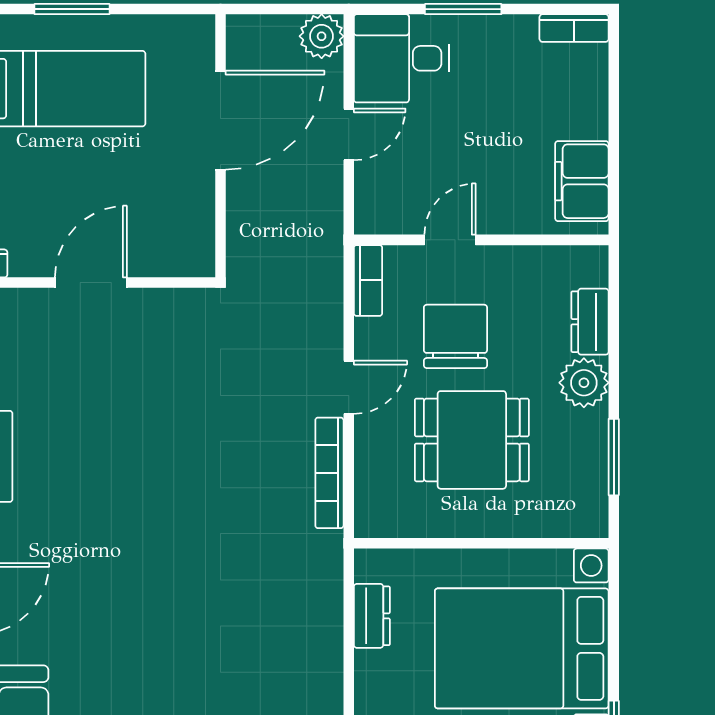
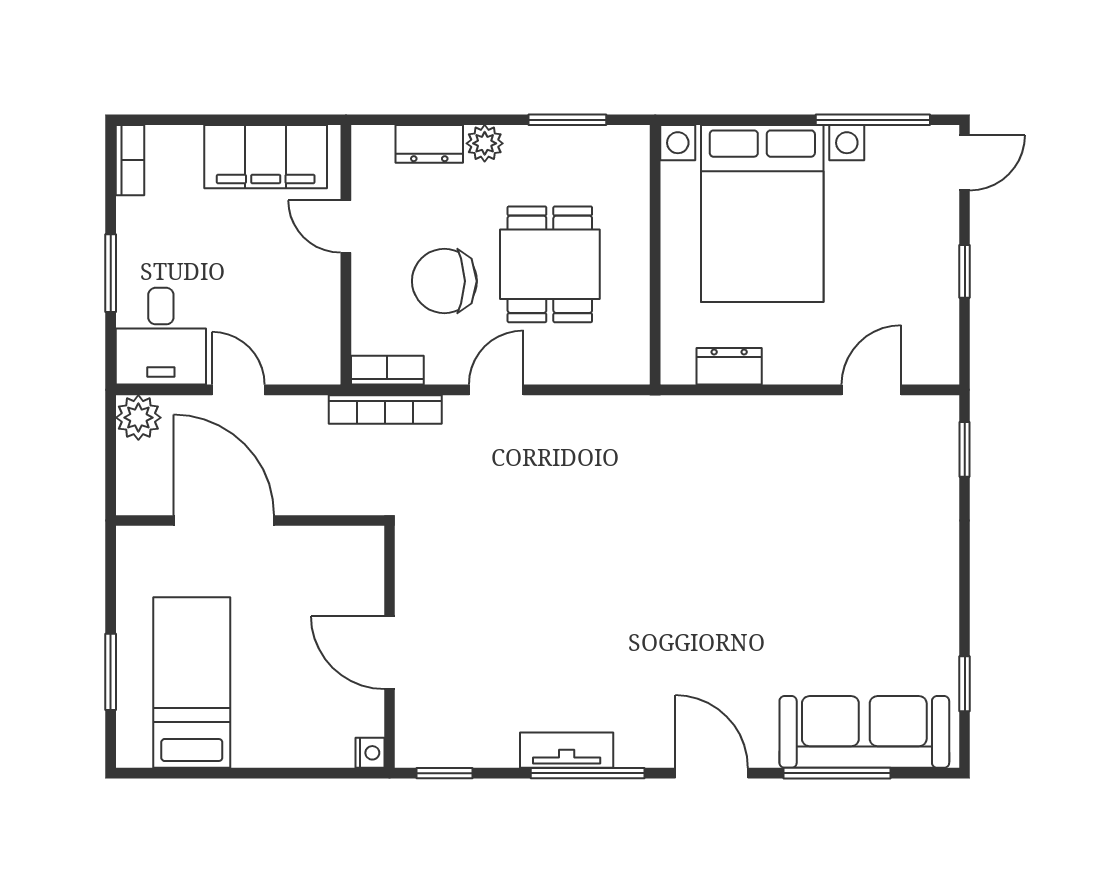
filing cabinet: (582, 181) -> (266, 157), width x1.50, depth x1.17
door: (450, 240) -> (346, 227), moved
plant: (584, 383) -> (485, 143), width x0.73, depth x0.73
door: (349, 387) -> (496, 390), hinge flipped
bookcase: (329, 473) -> (385, 409), moved

